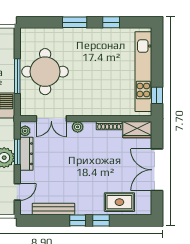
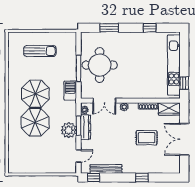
window: (75, 22) -> (109, 28), moved
rug: (119, 202) -> (147, 138), moved
window: (78, 220) -> (94, 178), moved

